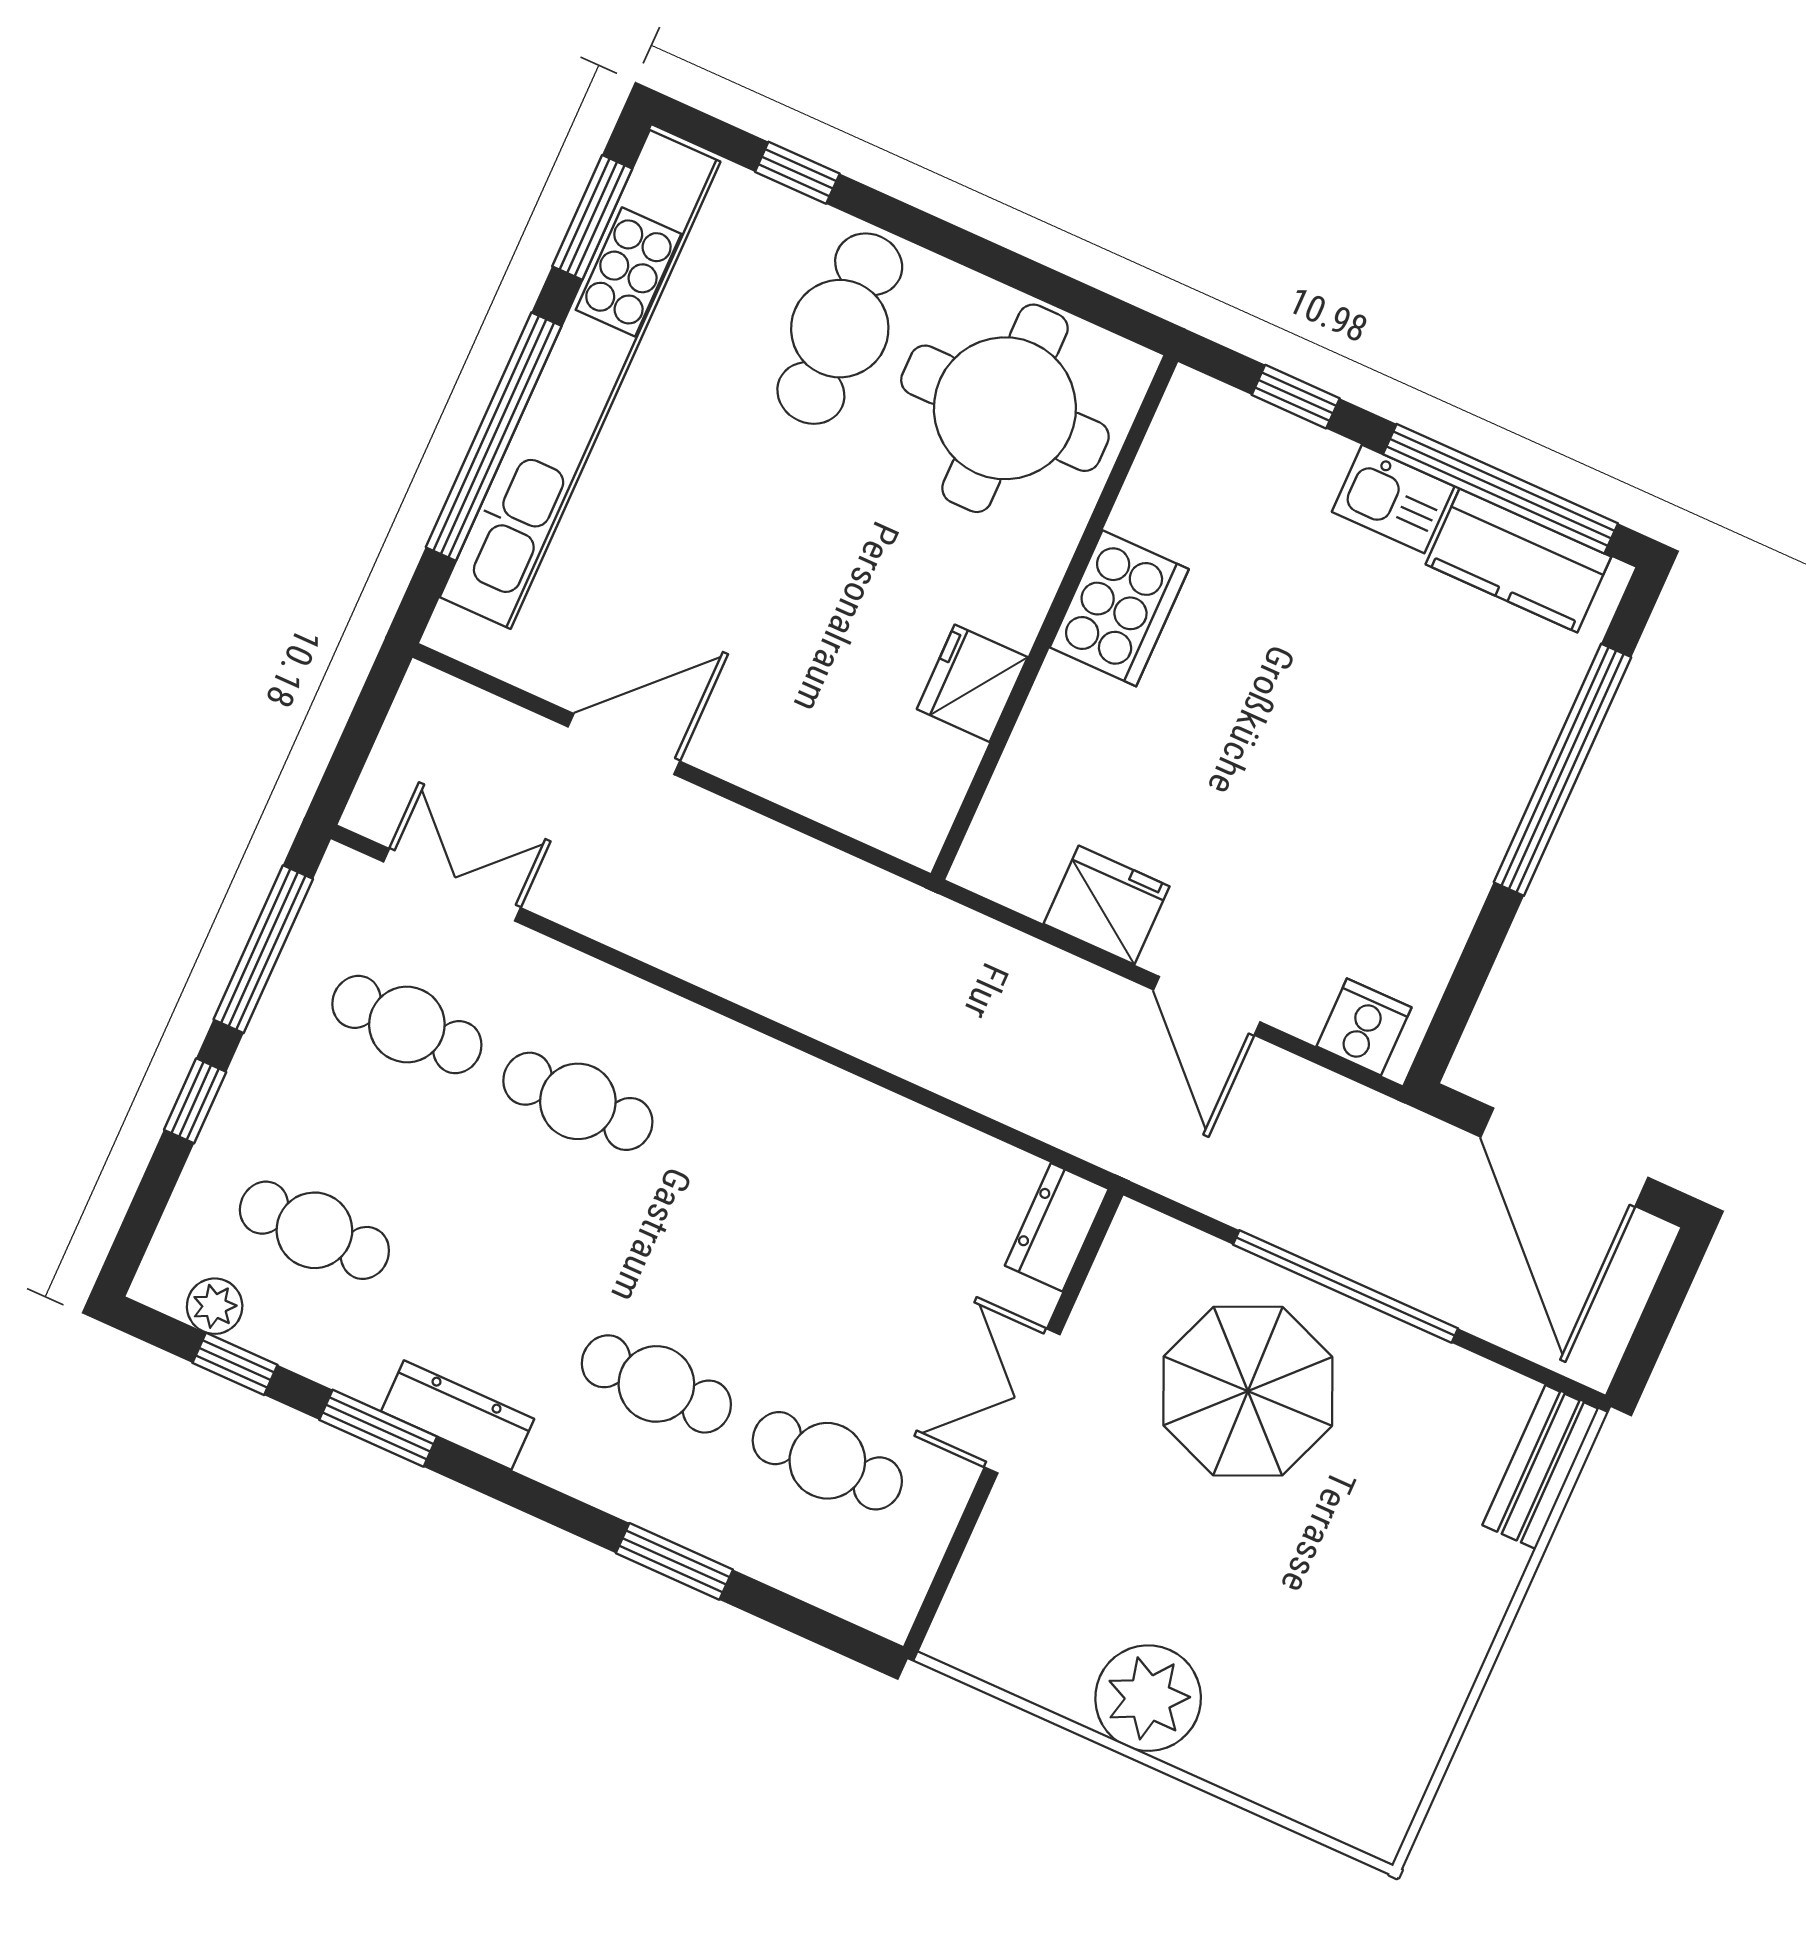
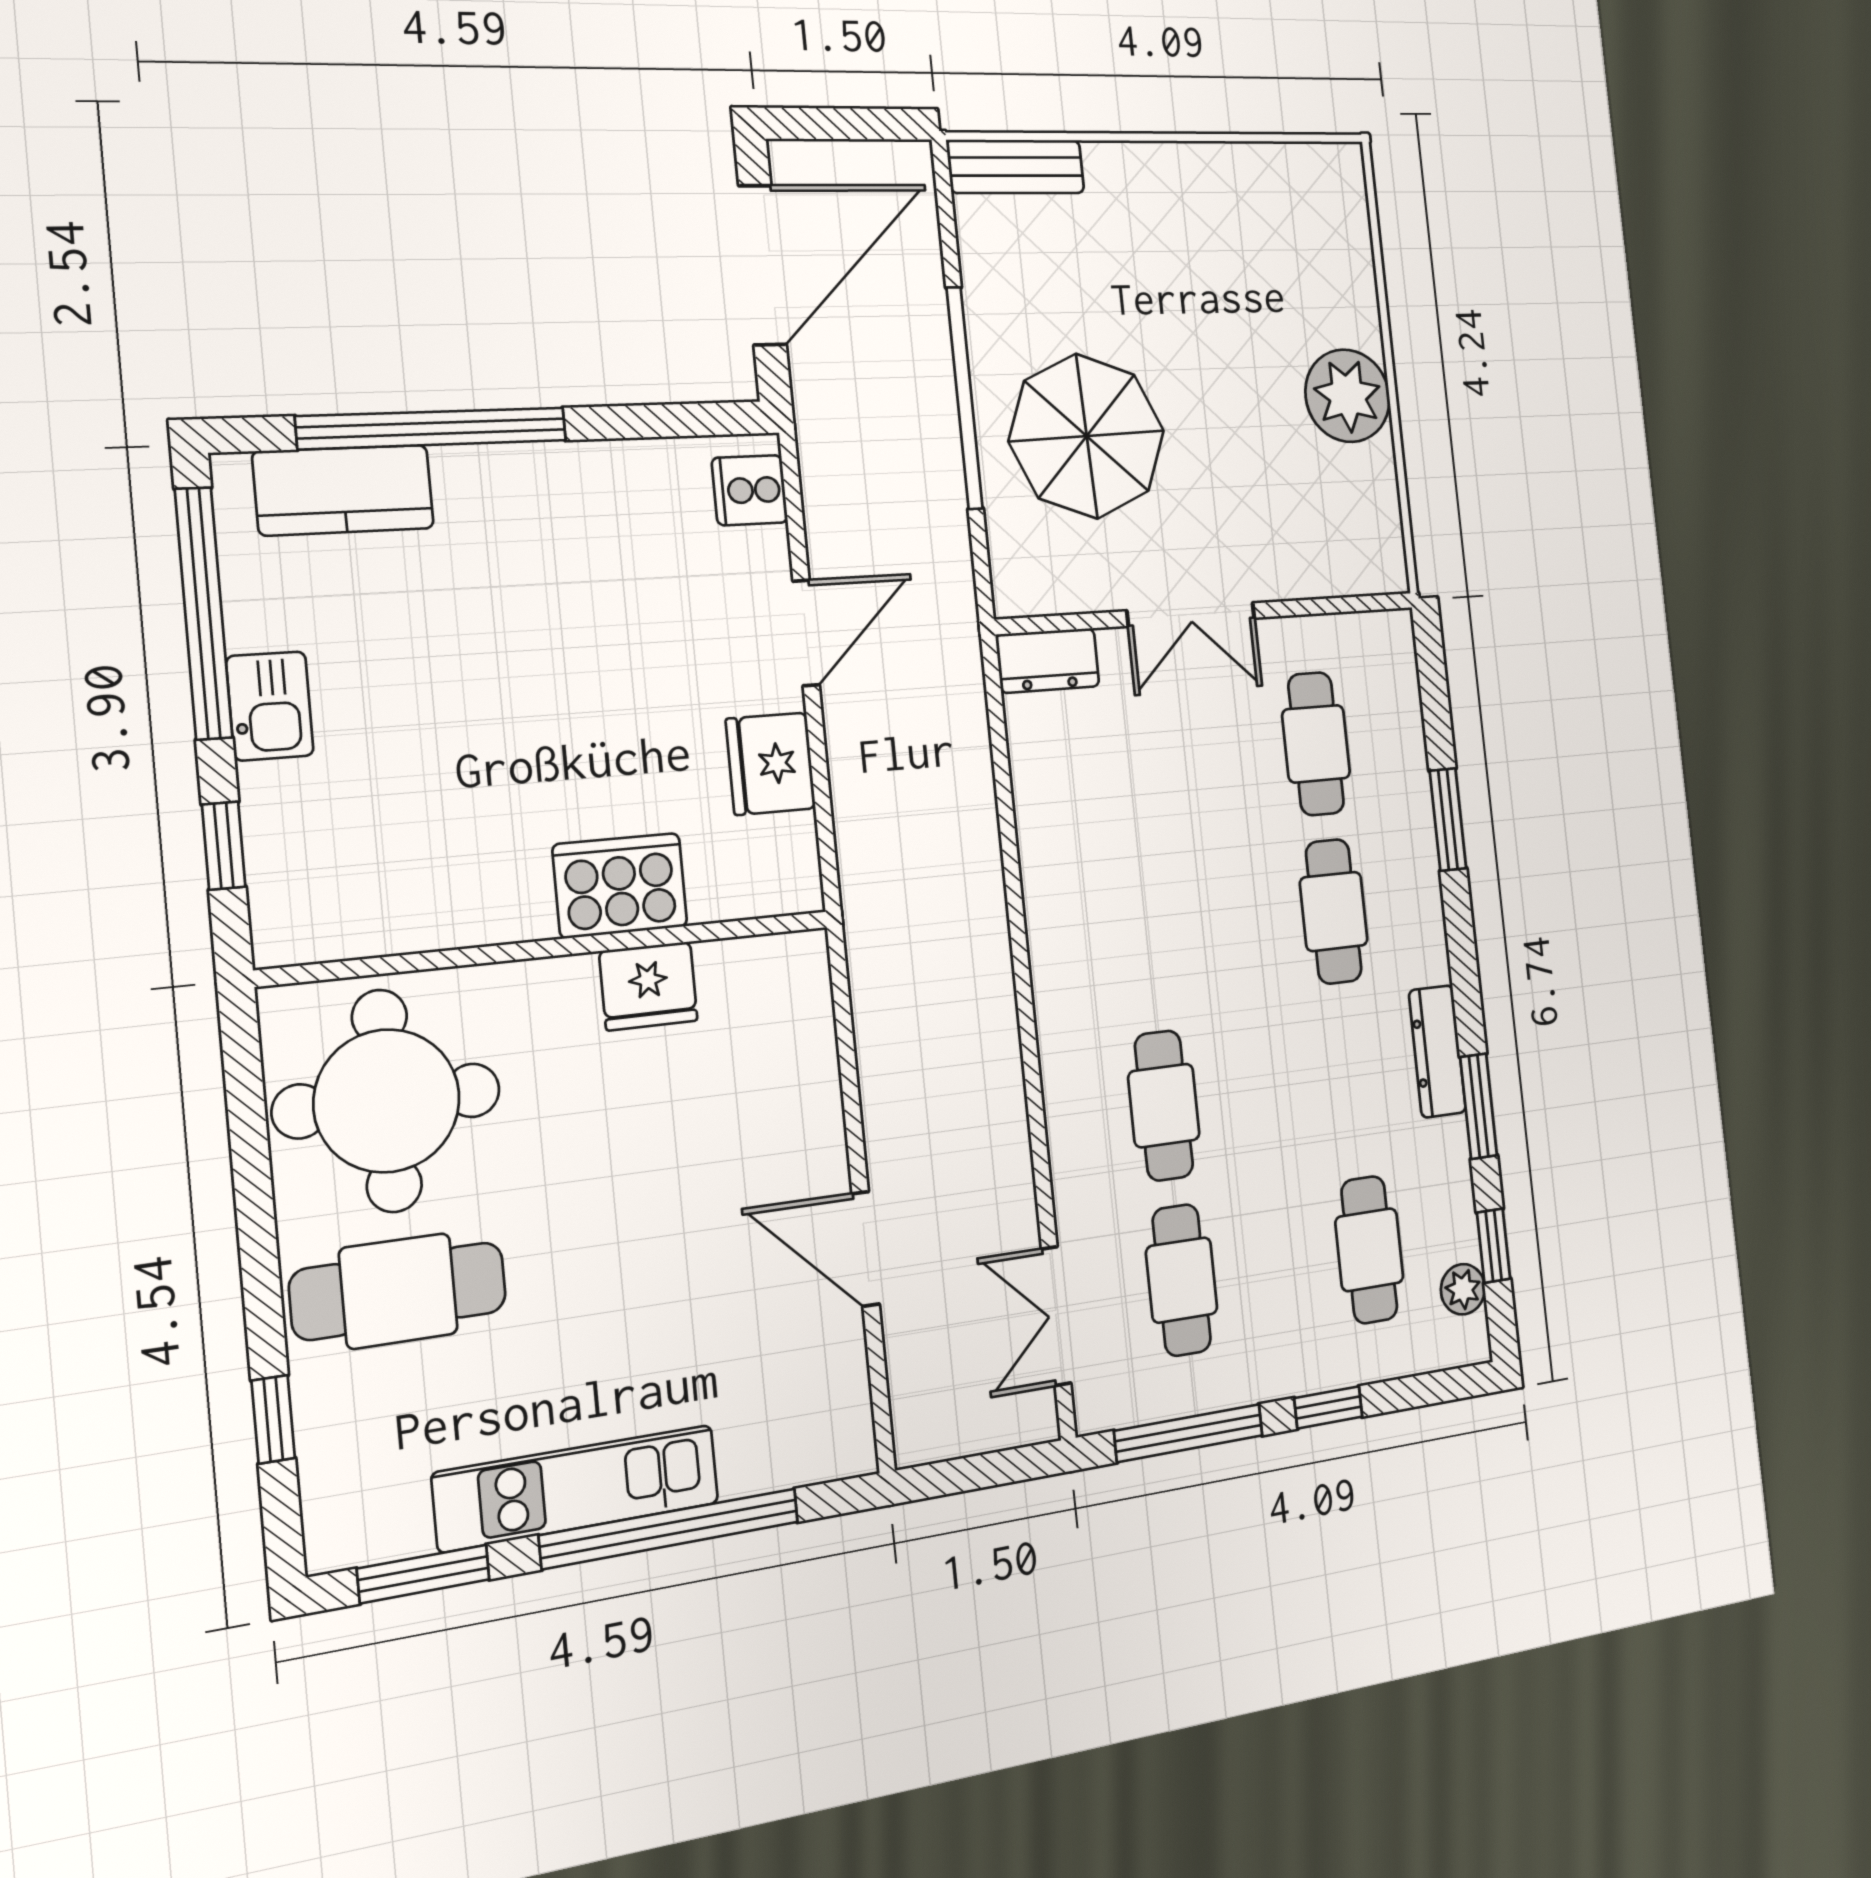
kitchen unit: (580, 379) -> (577, 1488), width x0.54
kitchen counter: (1518, 561) -> (344, 490), moved, turned 90
cooker: (1119, 608) -> (620, 886), moved

